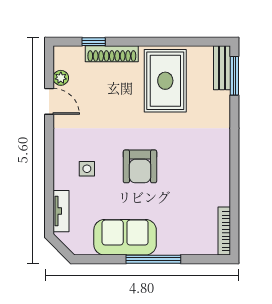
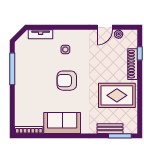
bench: (222, 68) -> (110, 129), moved
sofa: (125, 237) -> (62, 123), moved, turned -90
window: (153, 259) -> (12, 69), moved

